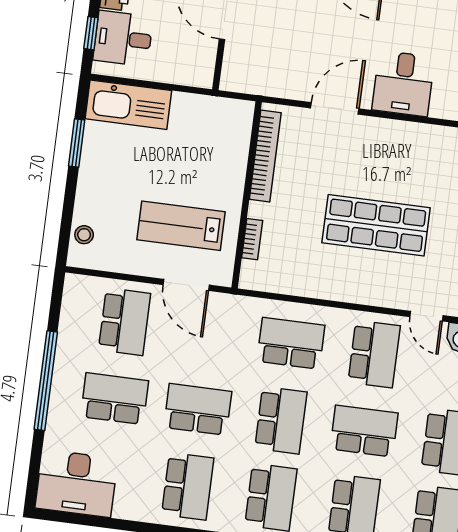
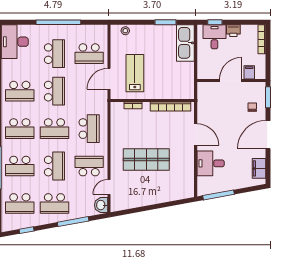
shop shelf: (376, 225) -> (146, 160), turned 90
school desk: (374, 354) -> (89, 166), turned 180

